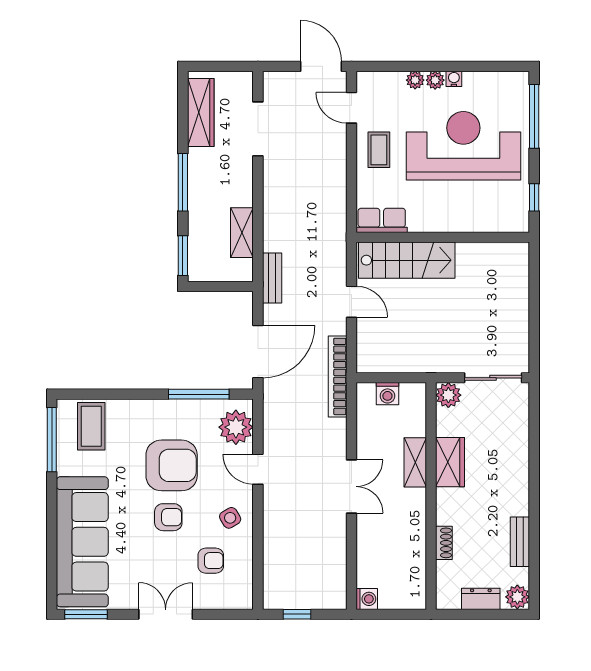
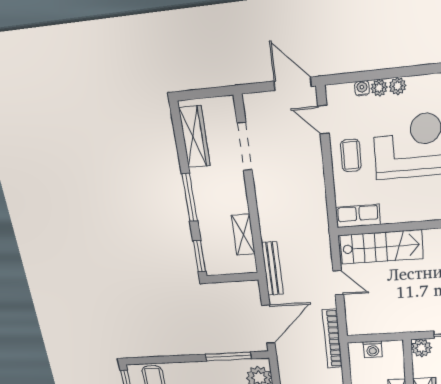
water cooler: (454, 79) -> (362, 88), moved
bench: (272, 278) -> (272, 269), width x1.36

